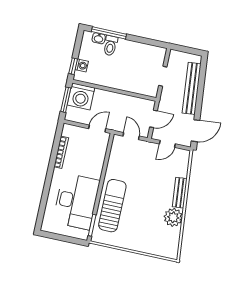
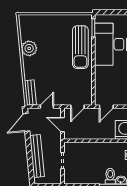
door: (153, 119) -> (62, 125), hinge flipped
door: (131, 136) -> (78, 107), hinge flipped
bench: (180, 193) -> (30, 93), moved

